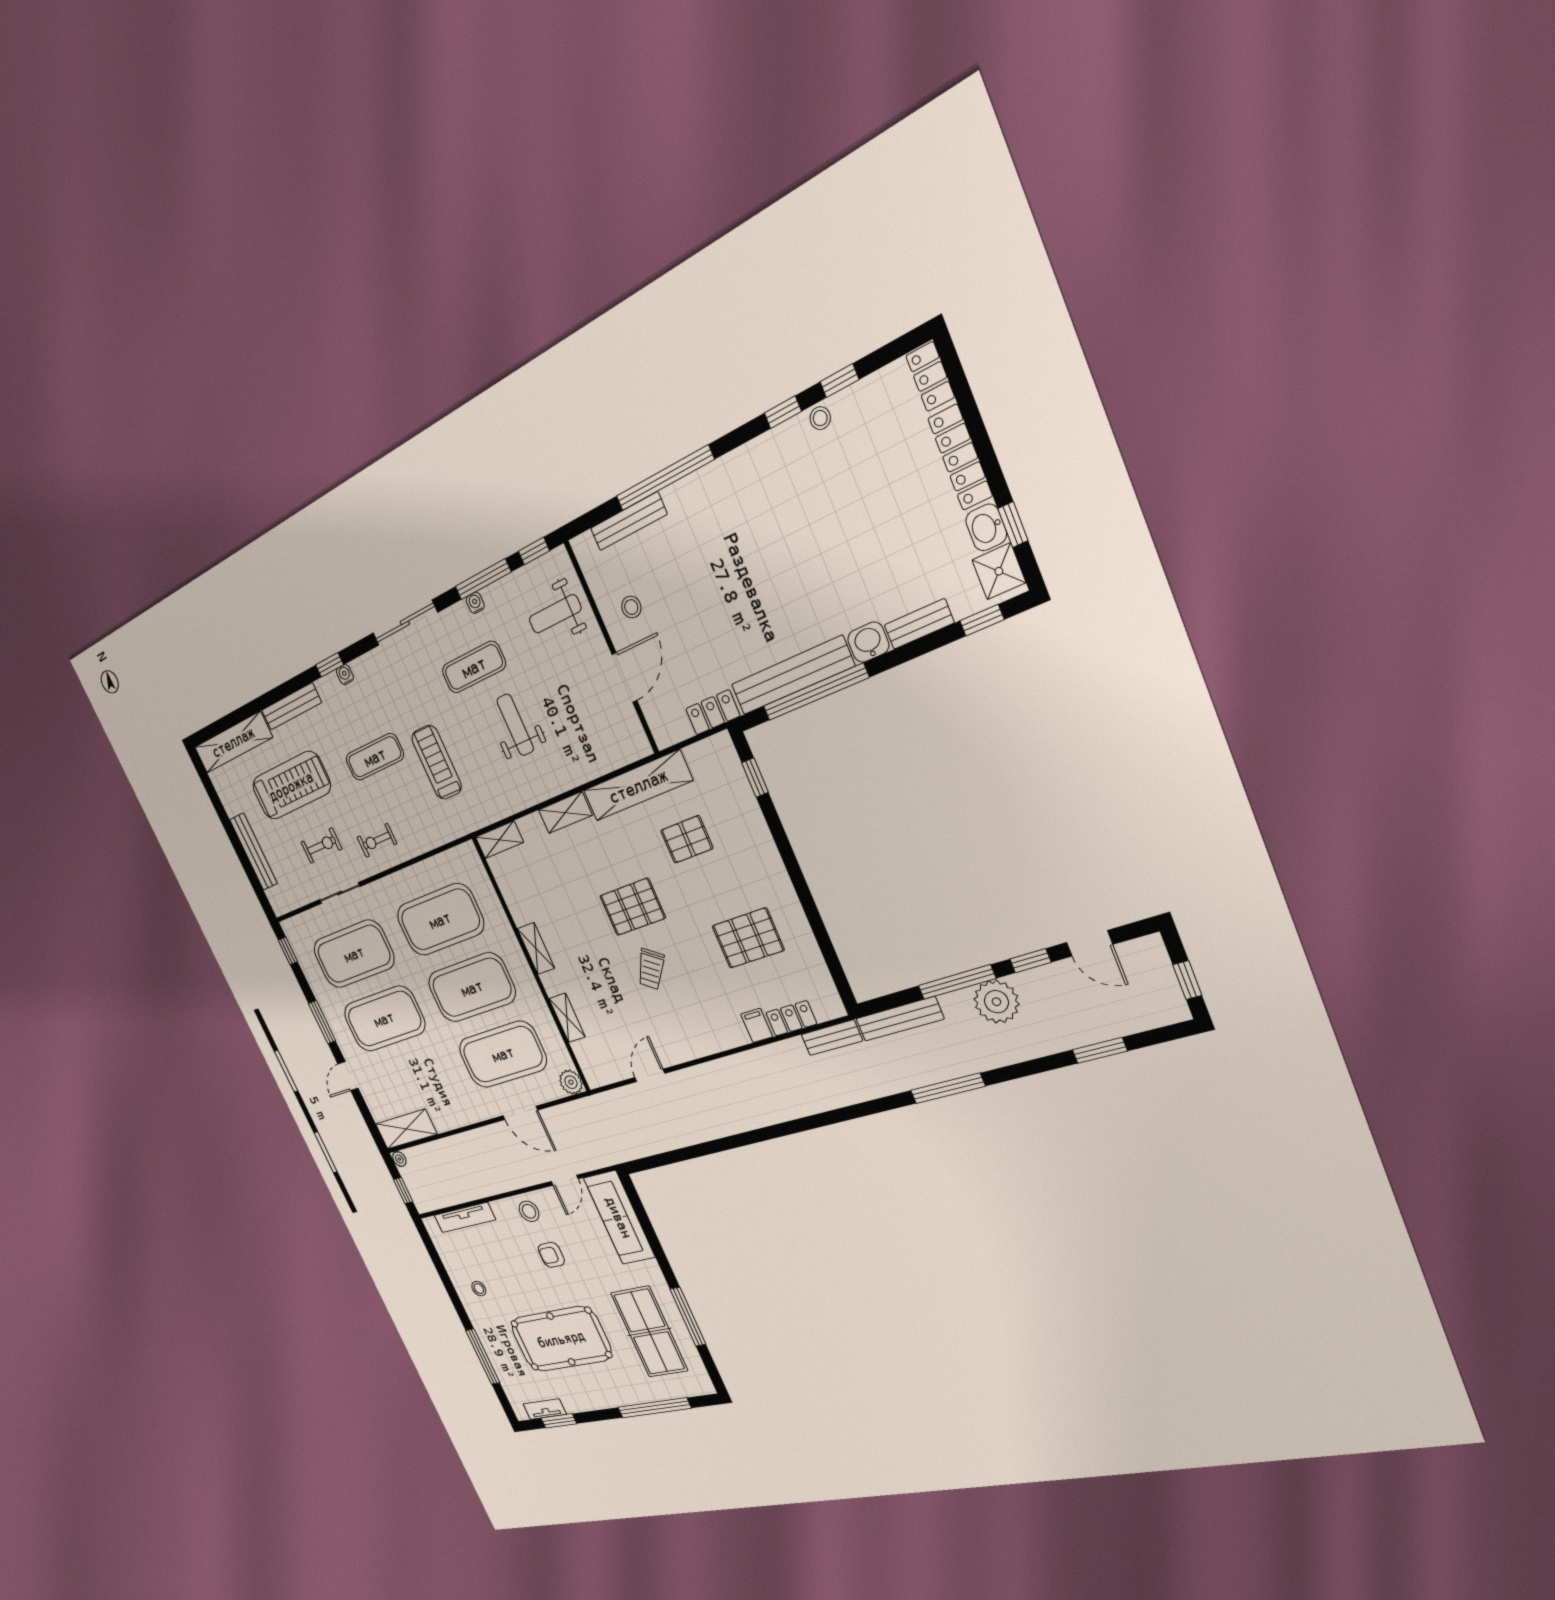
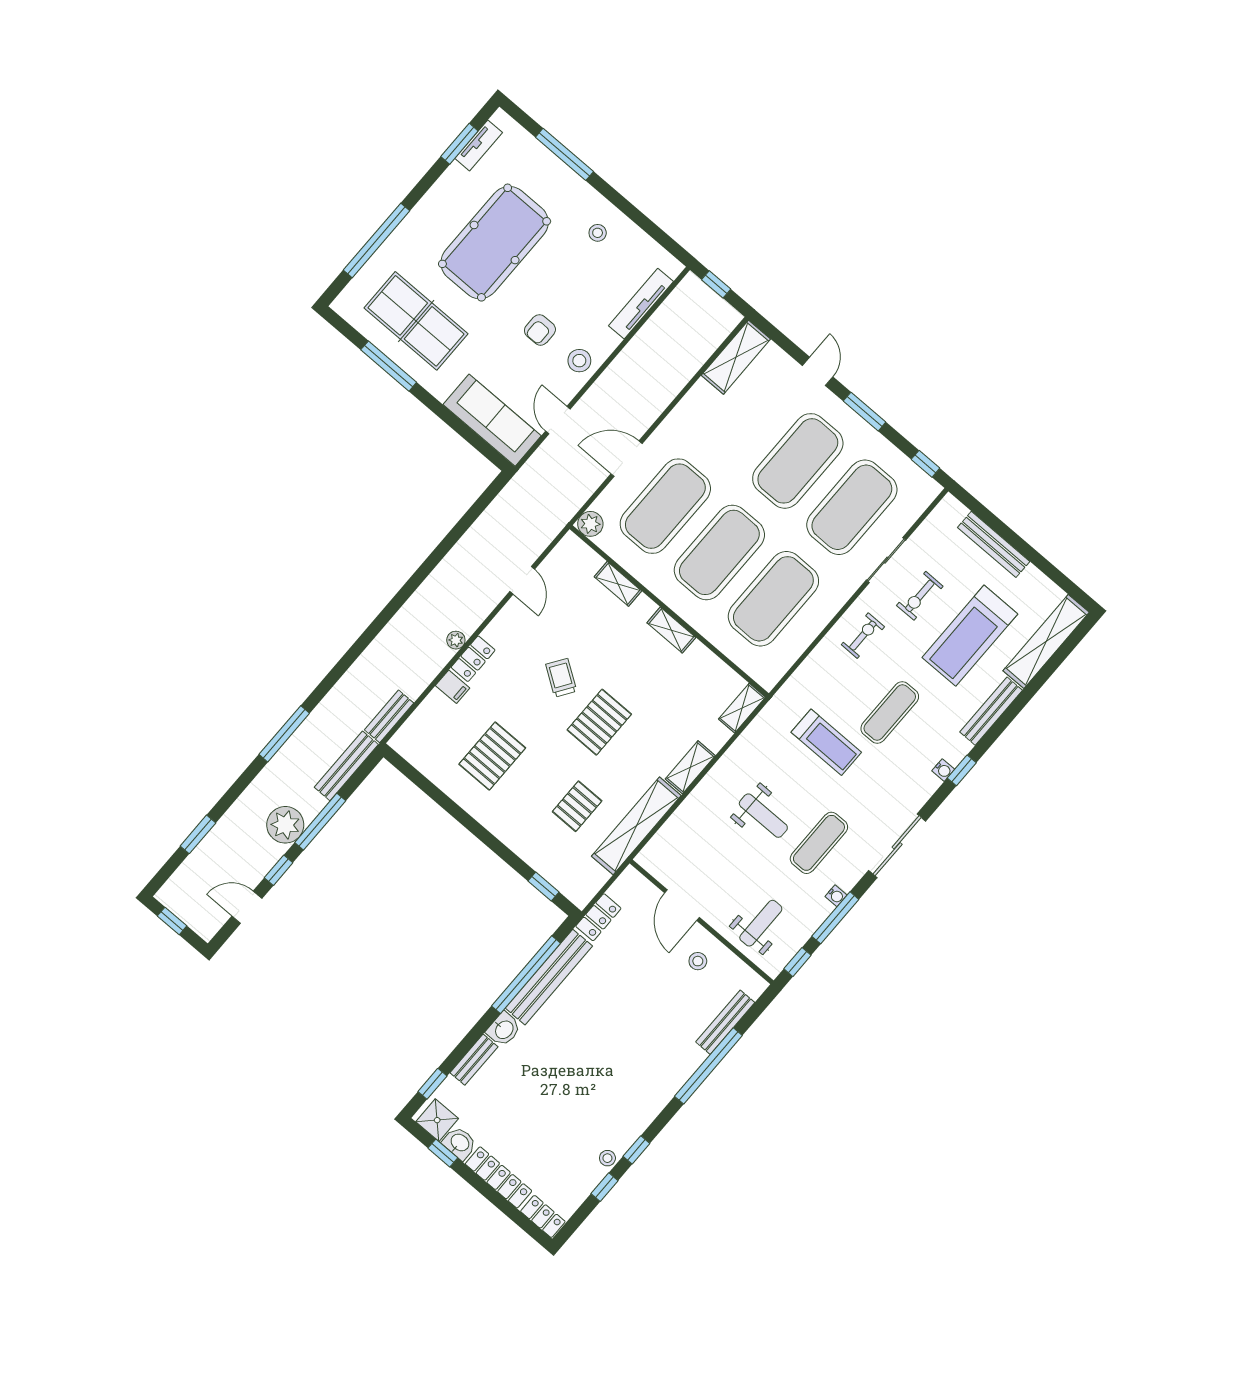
locker: (791, 1018) -> (473, 659), moved
plant: (399, 1159) -> (456, 640), moved
armchair: (551, 1255) -> (540, 330), turned 180

